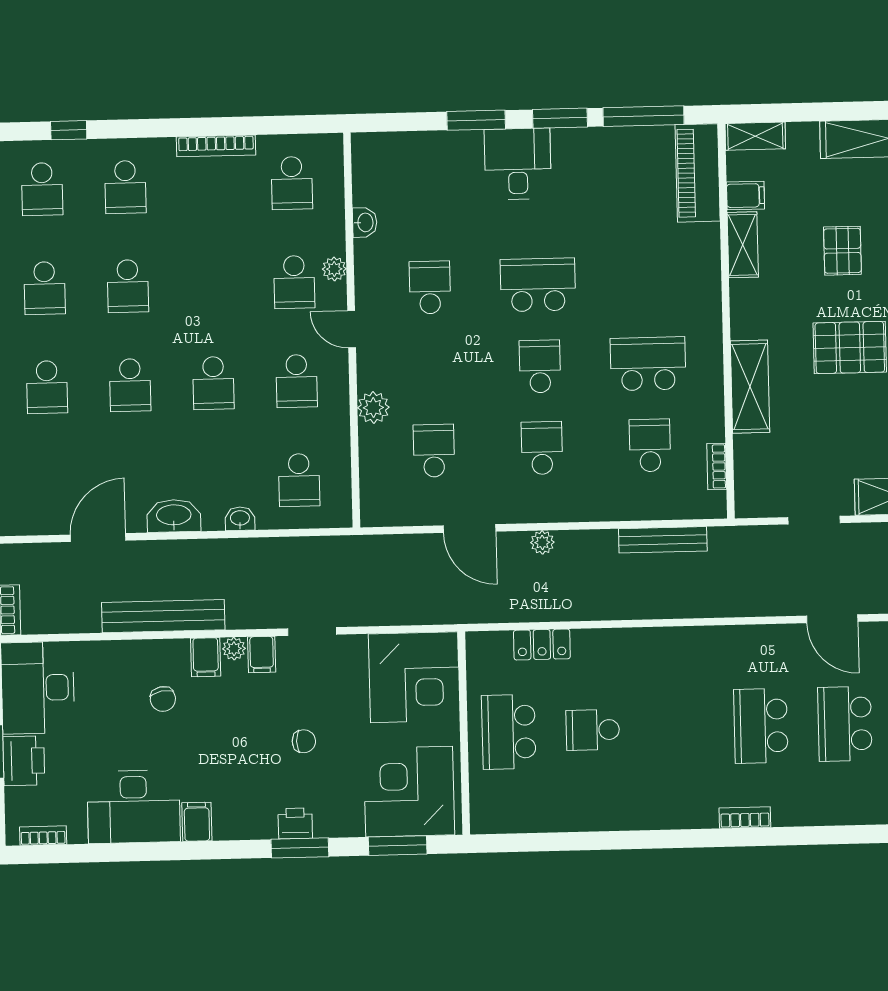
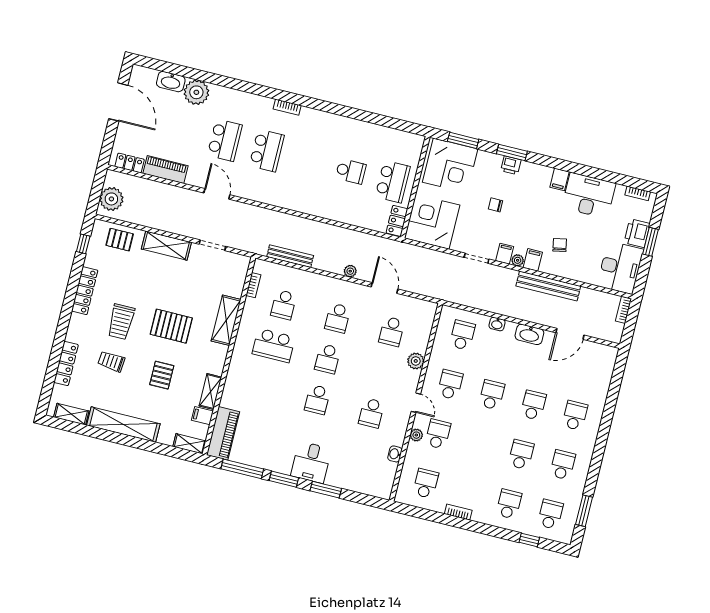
bookcase: (216, 146) -> (458, 512), width x0.64
school desk: (538, 285) -> (317, 400), width x0.54
locker: (542, 645) -> (397, 221), moved, turned -90

